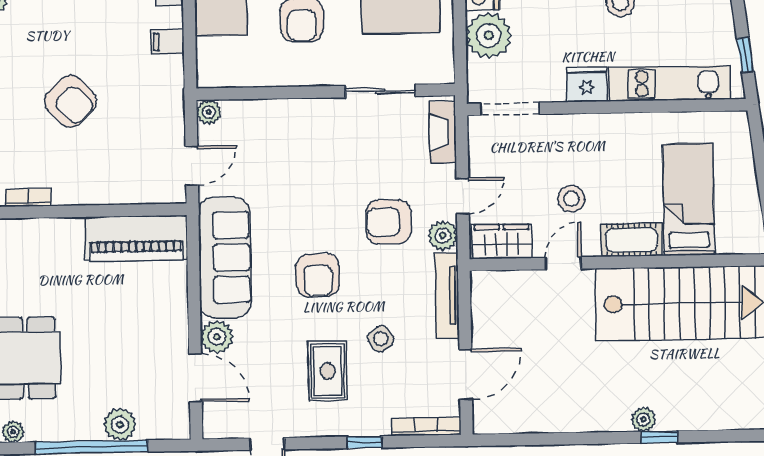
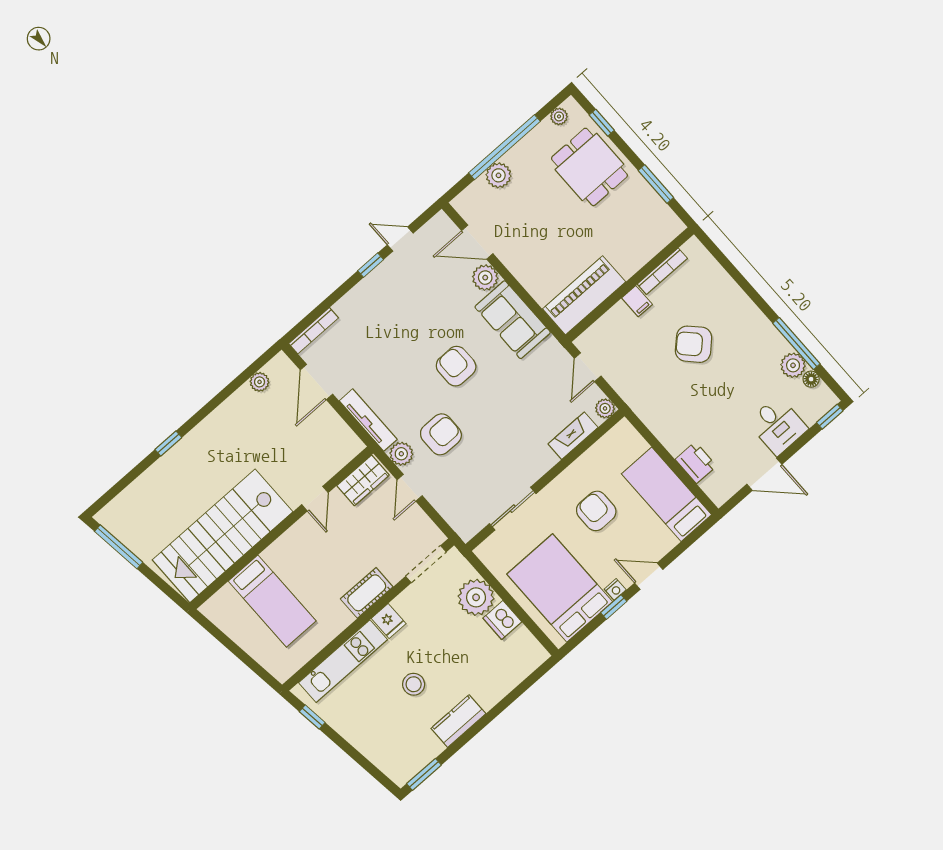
filing cabinet: (168, 42) -> (637, 301), moved, turned 90
fridge: (587, 85) -> (389, 621), width x0.72
fireplace: (443, 132) -> (573, 436), moved, turned -90
bookcase: (28, 198) -> (662, 271), width x1.56
stool: (571, 199) -> (343, 542), removed
cot: (632, 240) -> (367, 593), moved
sofa: (225, 258) -> (513, 320), width x0.73
side table: (381, 339) -> (386, 360), removed
rug: (328, 371) -> (401, 314), removed
plant: (644, 419) -> (260, 382), moved
window: (364, 442) -> (371, 265), moved

